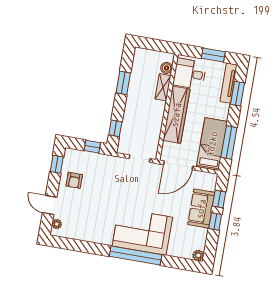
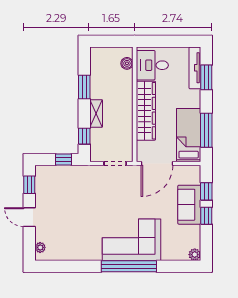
window: (213, 55) -> (174, 41), removed
shelving: (163, 87) -> (96, 113), moved
armchair: (74, 180) -> (51, 198), removed
door: (50, 205) -> (29, 217), moved

